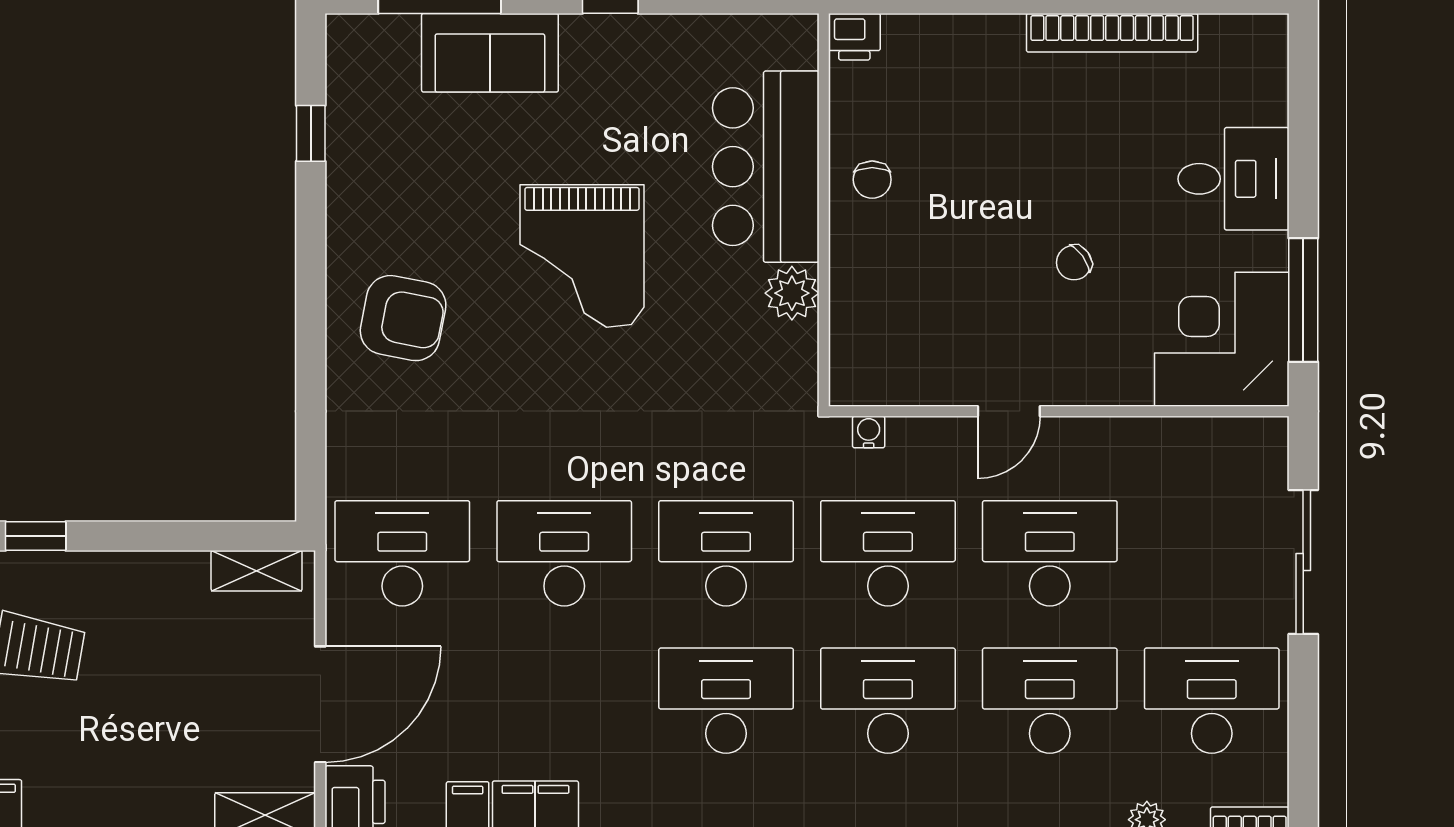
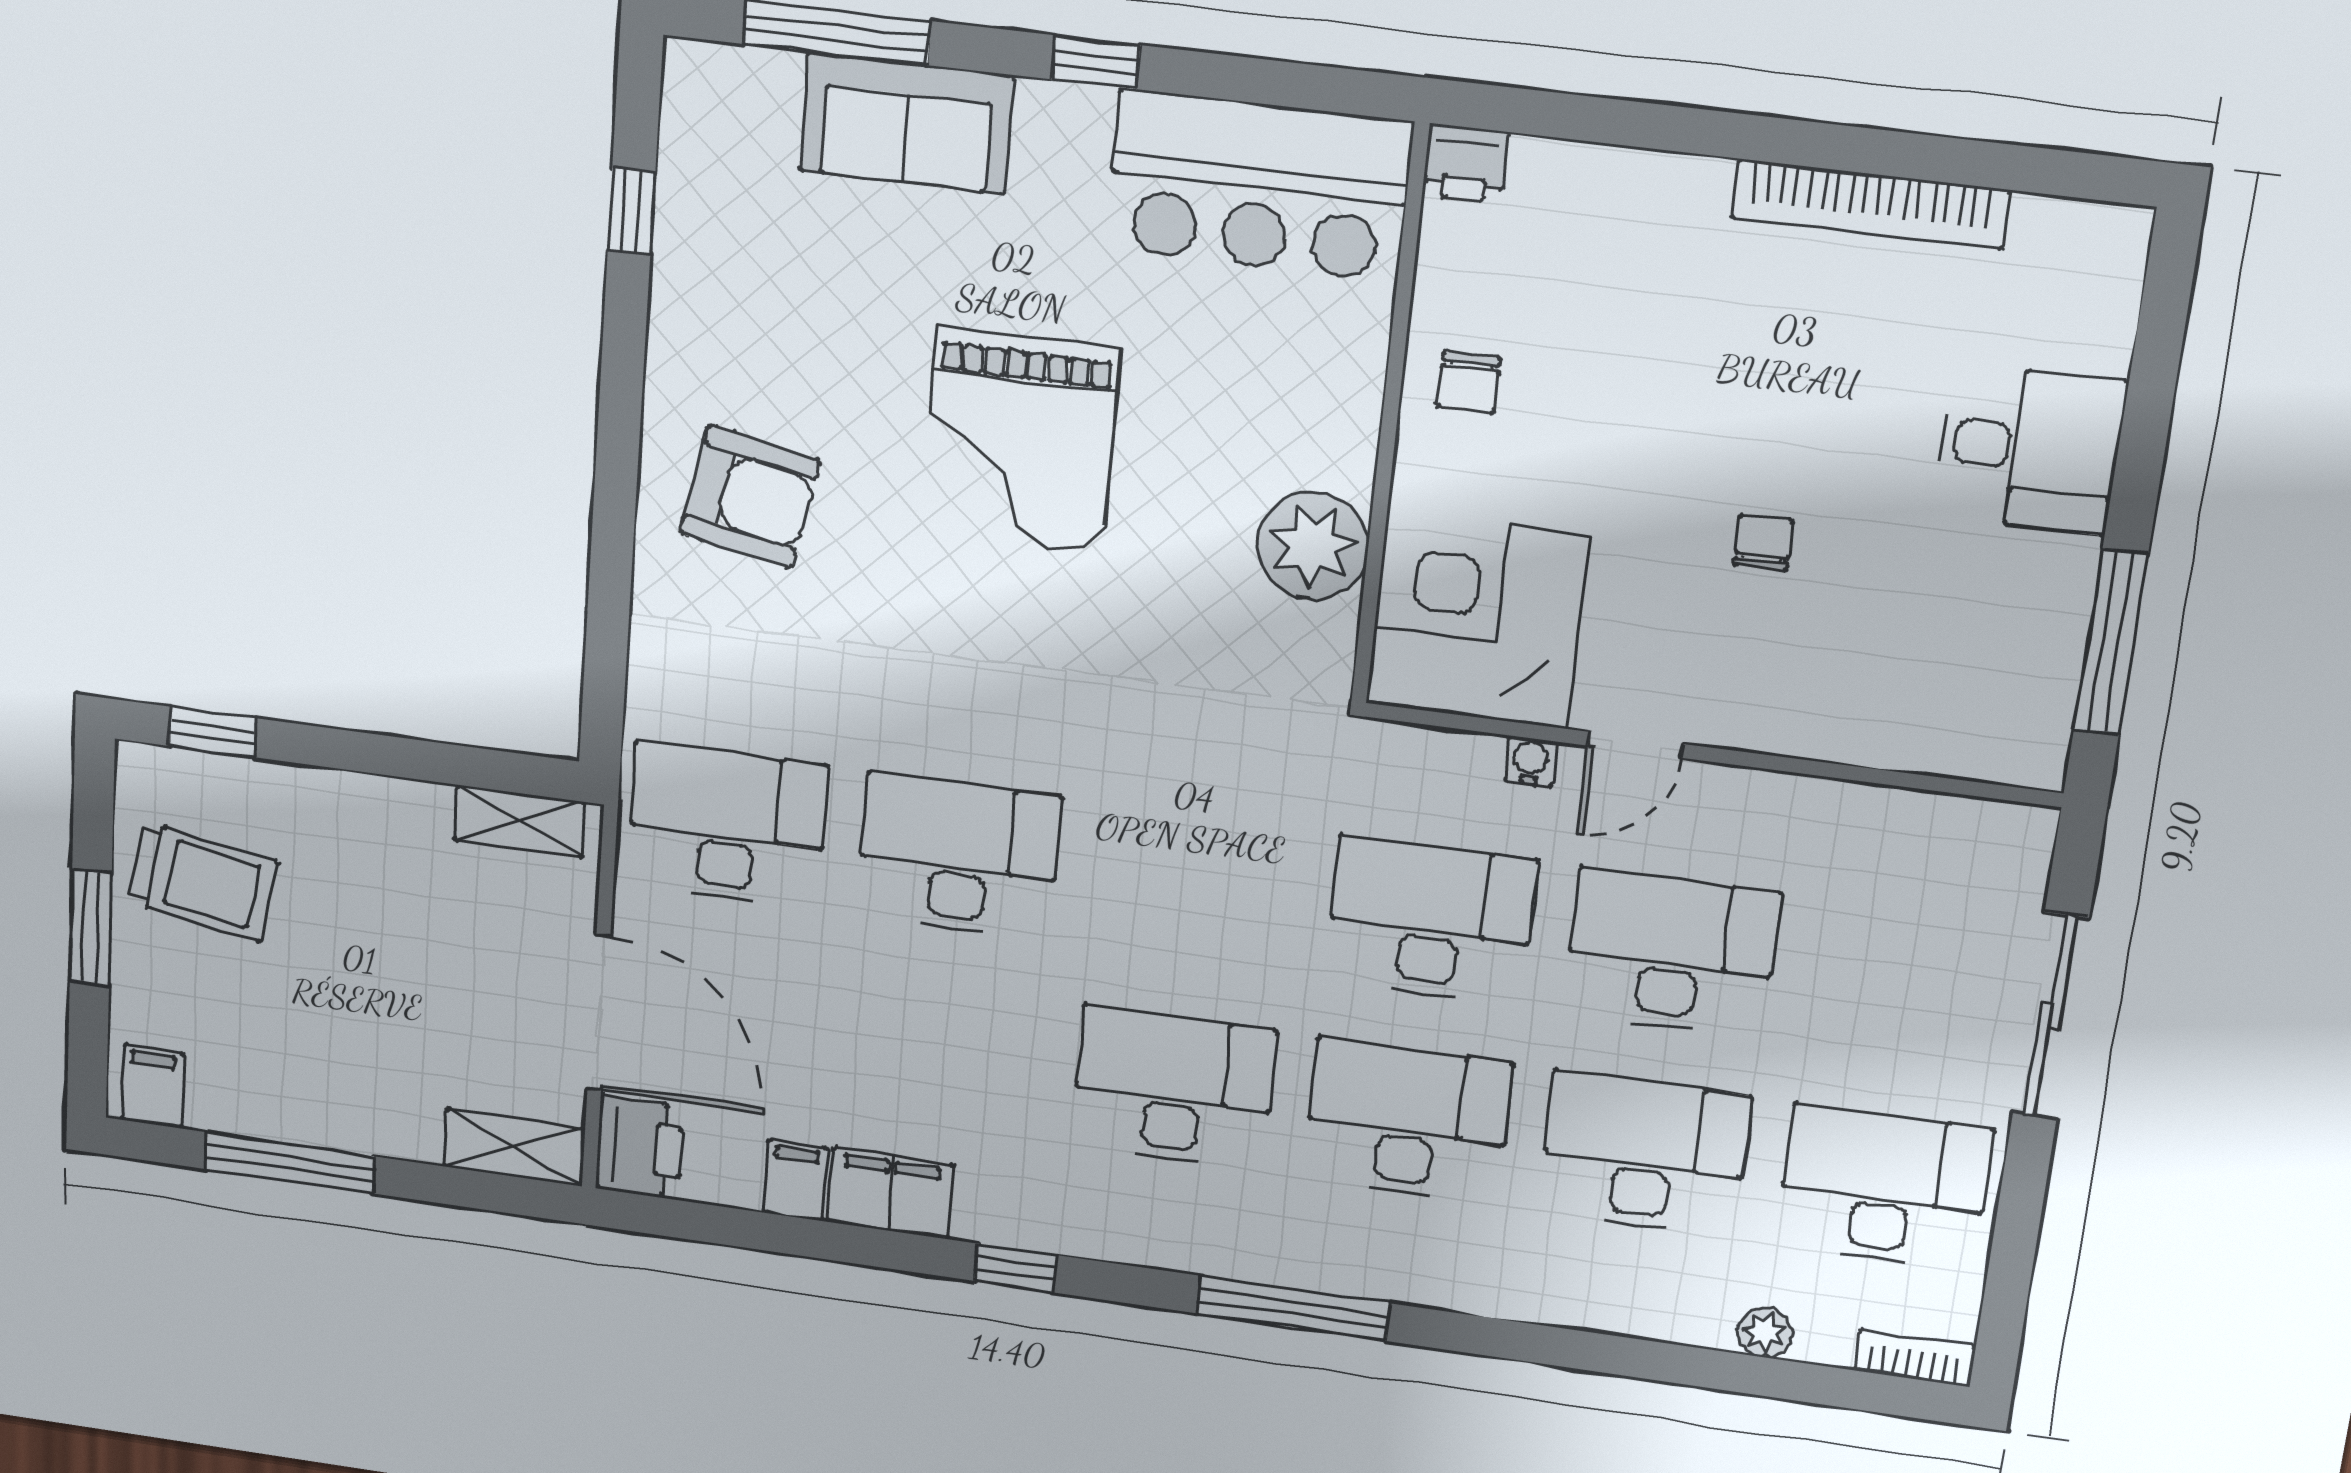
bar counter: (766, 167) -> (1259, 185), moved, turned -90
chair: (1074, 263) -> (1763, 543), turned 126
plant: (792, 293) -> (1313, 546), width x1.36, depth x1.36
corner desk: (1222, 339) -> (1477, 620), moved
water cooler: (869, 432) -> (1531, 761), moved
desk: (726, 553) -> (1193, 888), removed
door: (320, 704) -> (599, 1013), hinge flipped

